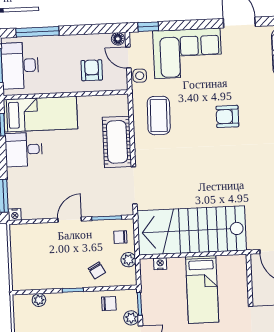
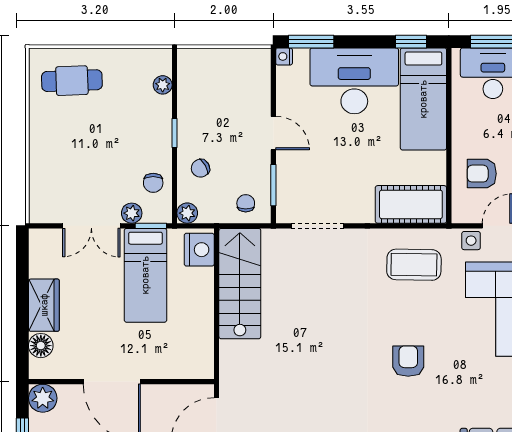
armchair: (92, 70) -> (482, 174), turned 180
cot: (117, 142) -> (411, 204), moved
desk: (24, 149) -> (354, 81), width x1.87, depth x1.30
stairs: (192, 231) -> (240, 284), width x0.73, depth x0.66
plant: (128, 260) -> (187, 213), moved
nightstand: (160, 264) -> (199, 250), width x1.89, depth x1.79
bed: (202, 289) -> (145, 275), moved, turned -90

